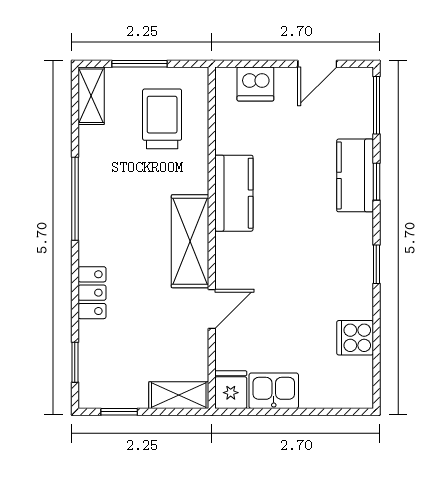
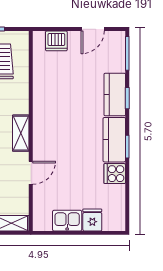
kitchen counter: (234, 193) -> (114, 140), moved, turned 180
shelving: (190, 241) -> (21, 133), width x0.67, depth x0.75
cooker: (355, 338) -> (115, 174), moved
fridge: (231, 390) -> (92, 220), moved

